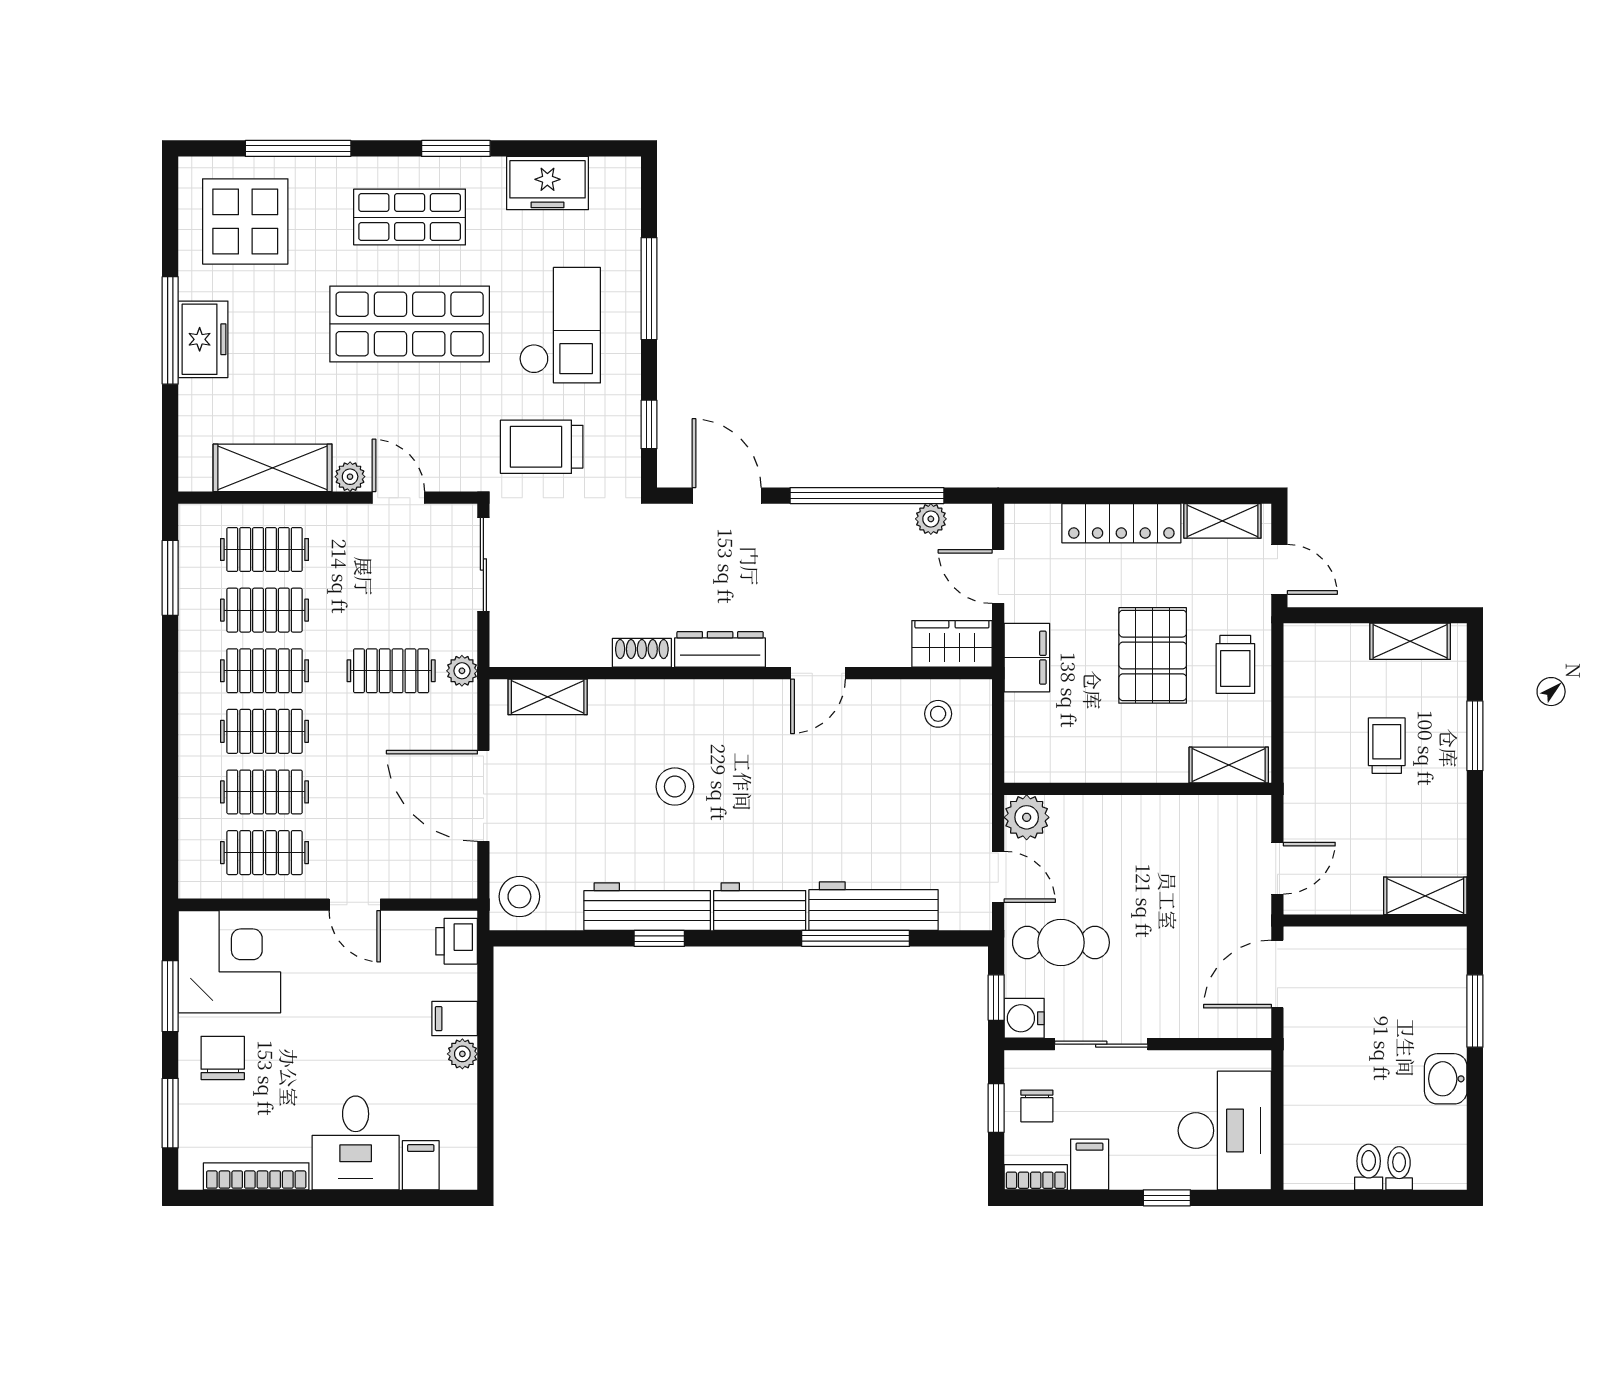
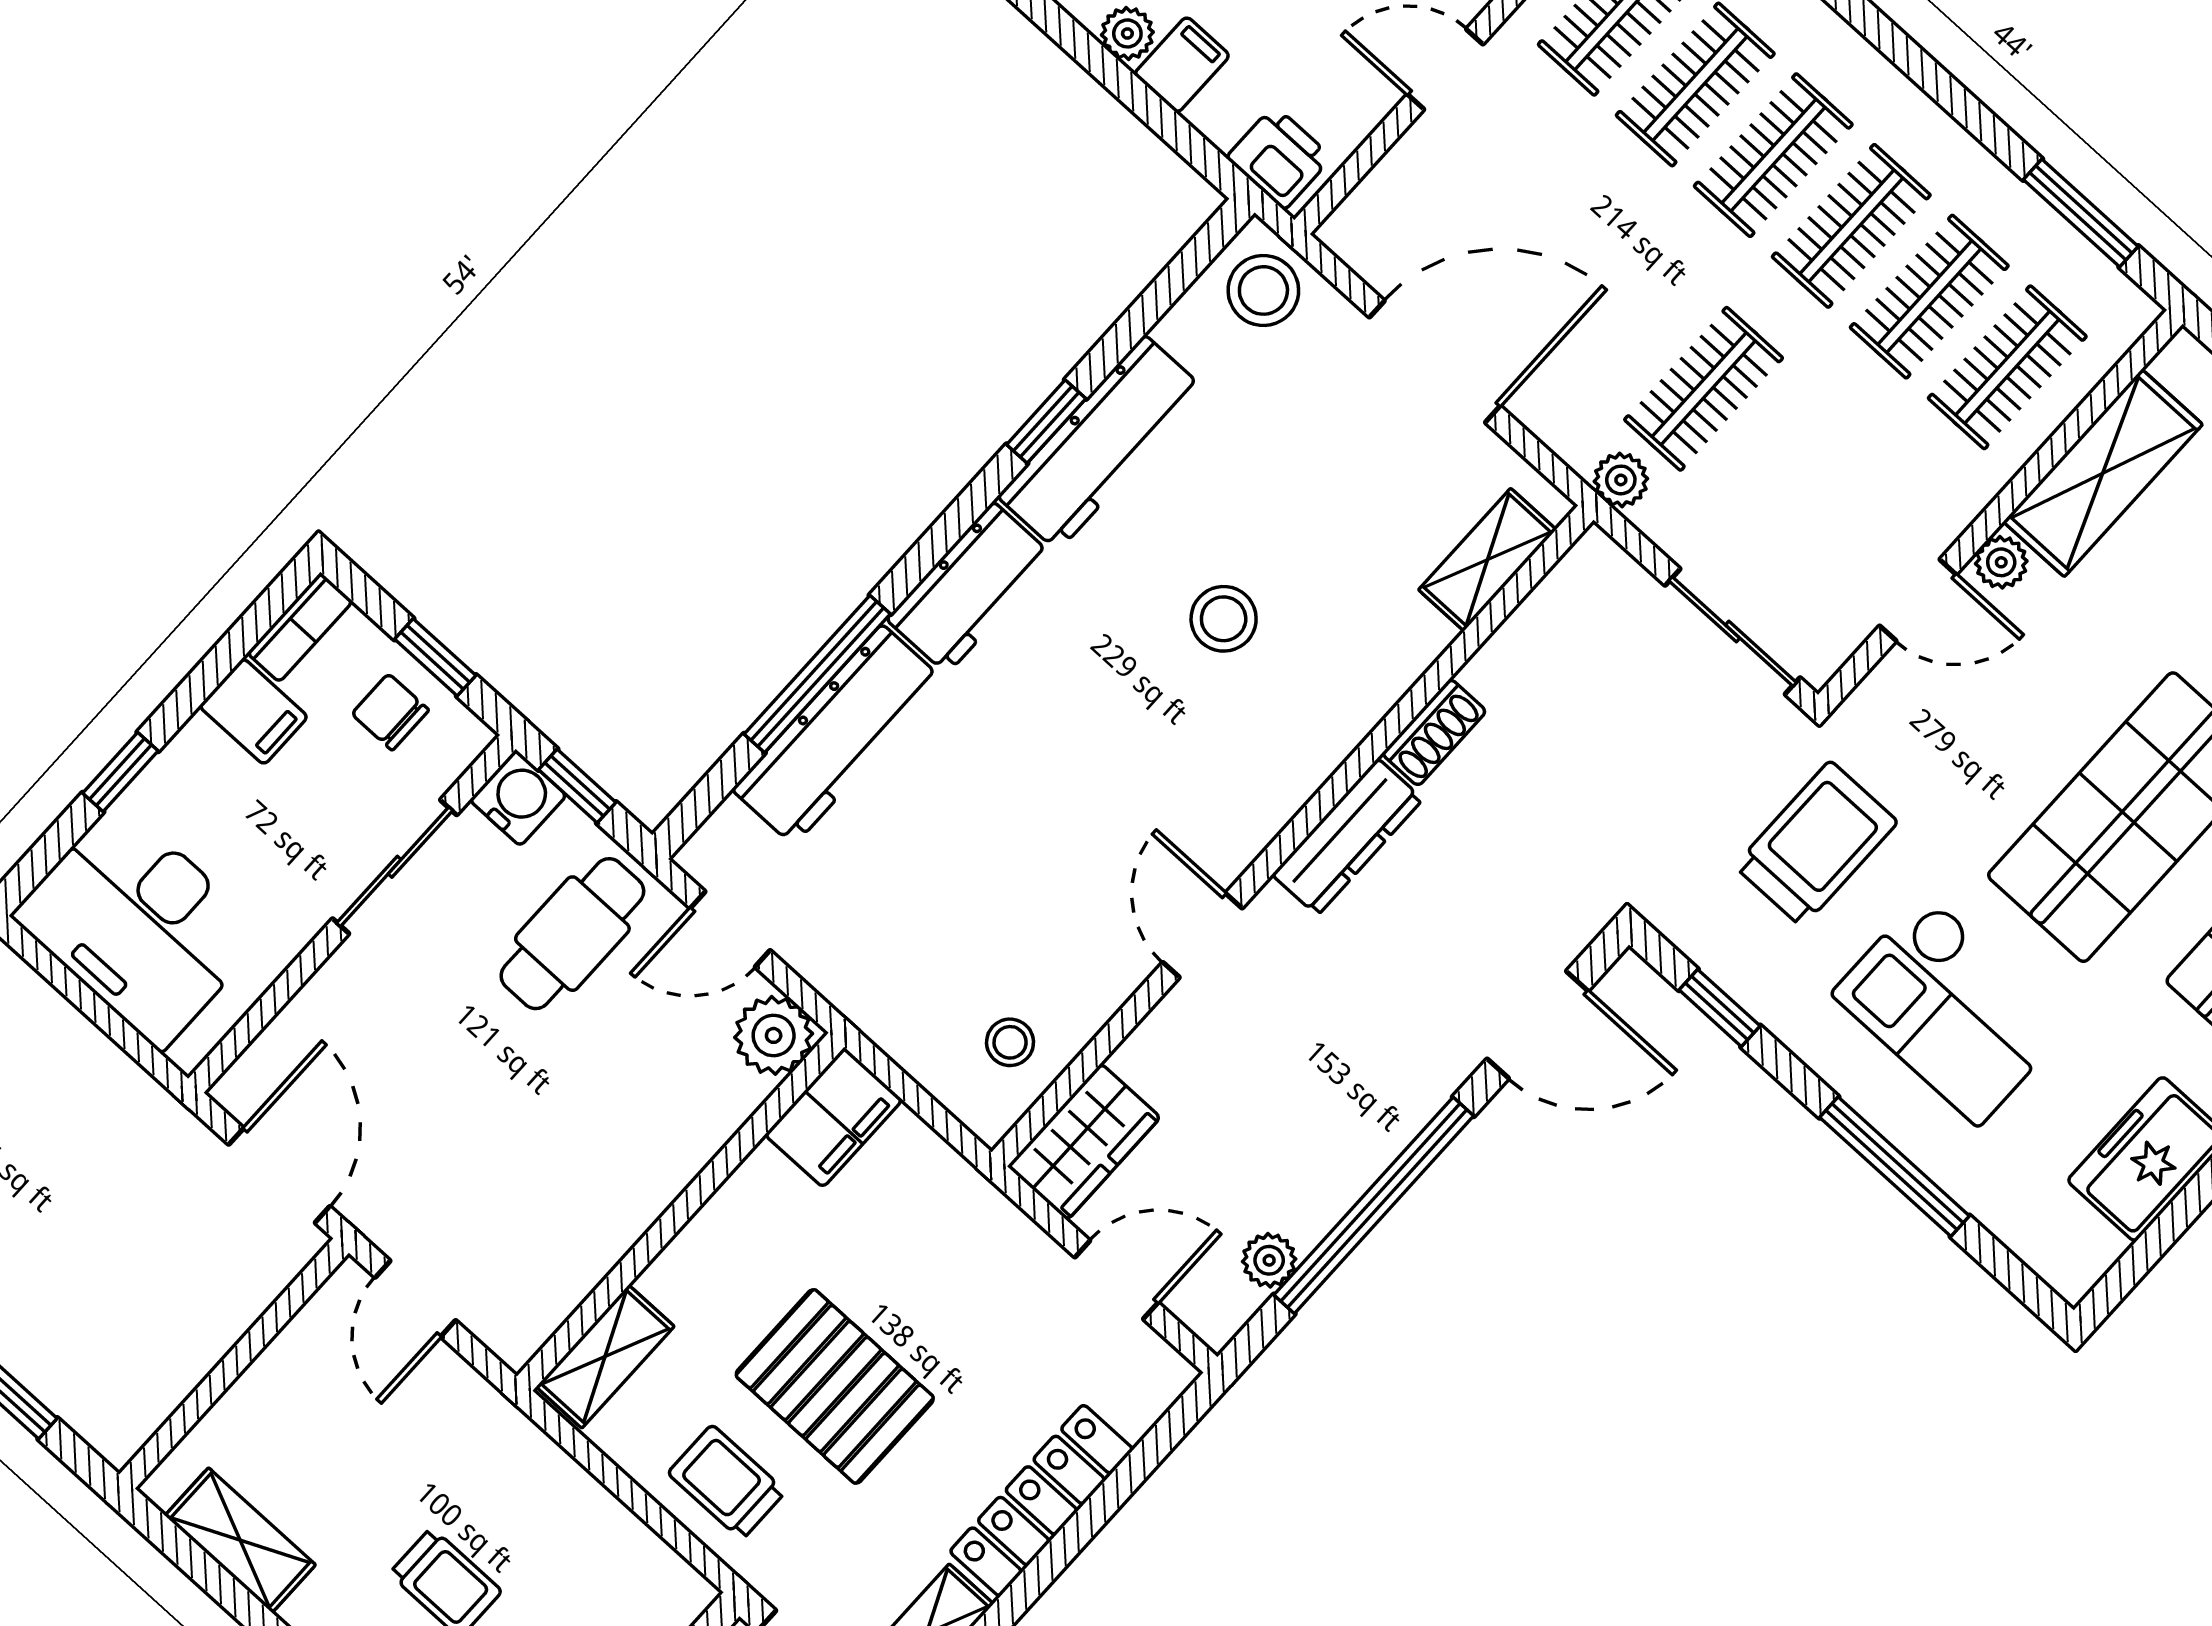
filing cabinet: (1027, 658) -> (834, 1117), moved, turned -90
shelving: (1425, 896) -> (240, 1540), moved, turned 90

